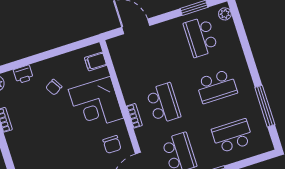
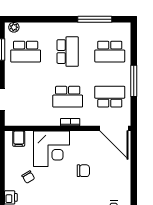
school desk: (163, 103) -> (68, 97), turned 180
school desk: (232, 136) -> (110, 52), turned -90
chair: (112, 144) -> (83, 171), moved

